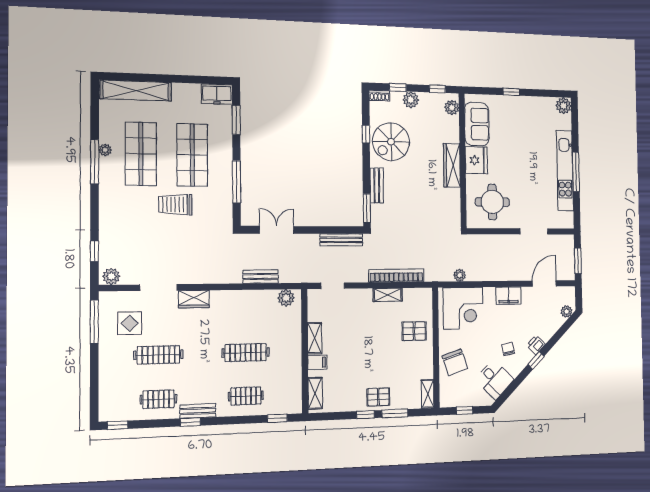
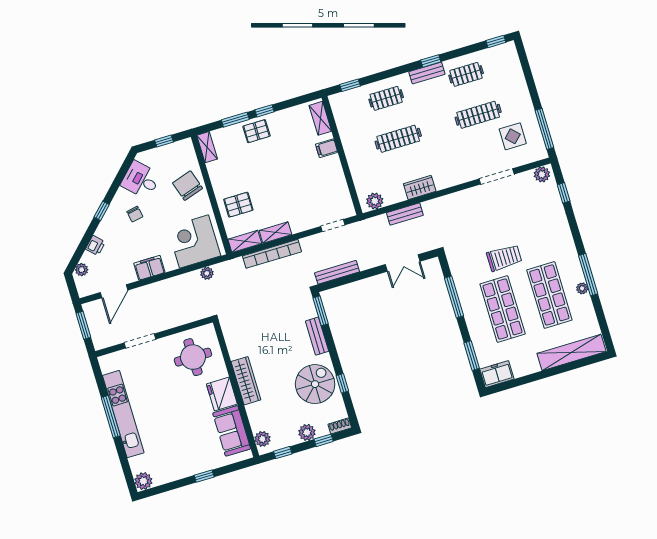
wardrobe: (194, 299) -> (420, 187), moved
shelving: (315, 338) -> (245, 241), moved, turned 90
printer: (536, 345) -> (95, 246), moved

